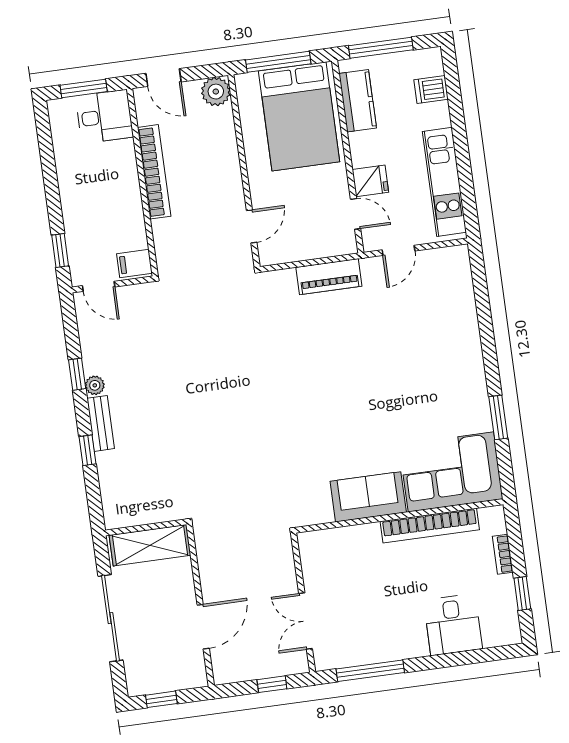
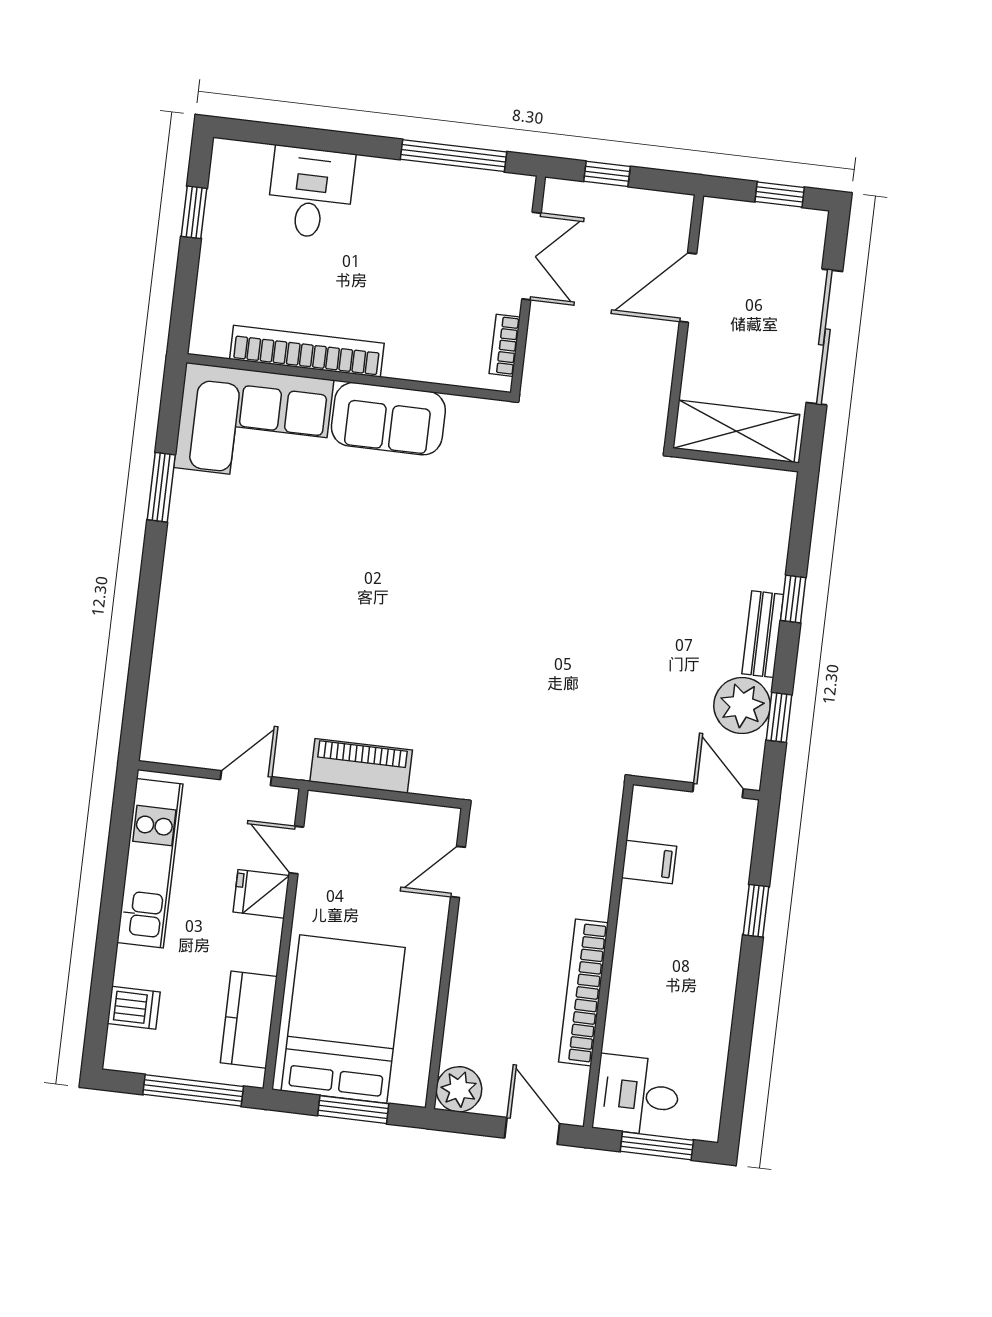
window: (278, 62) -> (353, 1110), width x0.69
wall: (112, 284) -> (696, 788), moved
door: (99, 286) -> (718, 790), moved
plant: (95, 385) -> (742, 705), width x1.87, depth x1.87
bookcase: (503, 554) -> (505, 345), moved, turned 180

